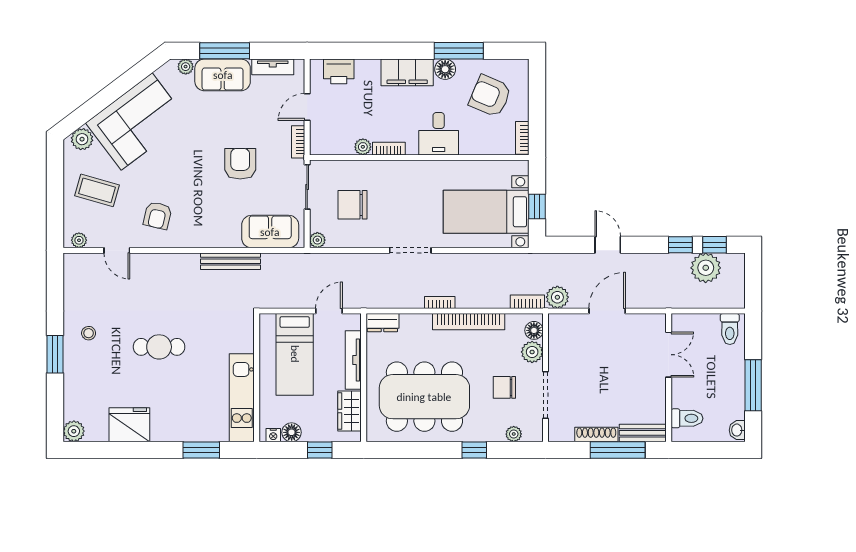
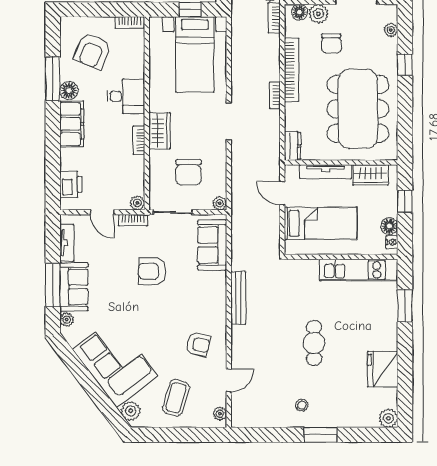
plant: (363, 147) -> (137, 203), moved
wardrobe: (400, 172) -> (160, 131), added
bench: (230, 261) -> (238, 298), moved
chair: (504, 387) -> (331, 43), moved

